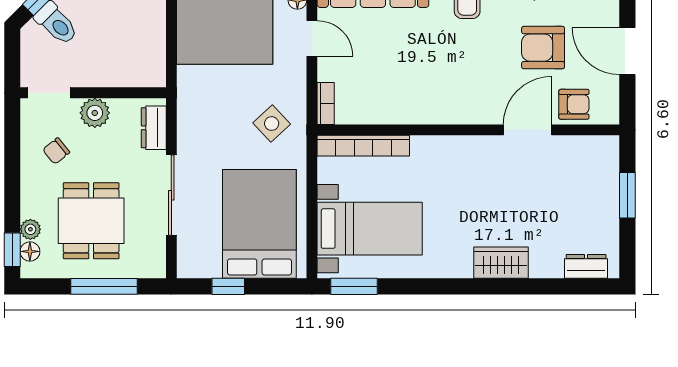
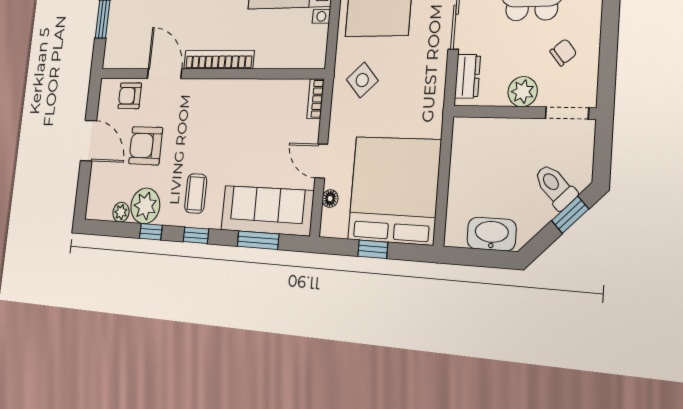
armchair: (543, 48) -> (146, 146), turned 180
door: (528, 130) -> (164, 74), swing flipped
bookcase: (363, 146) -> (219, 60), moved

